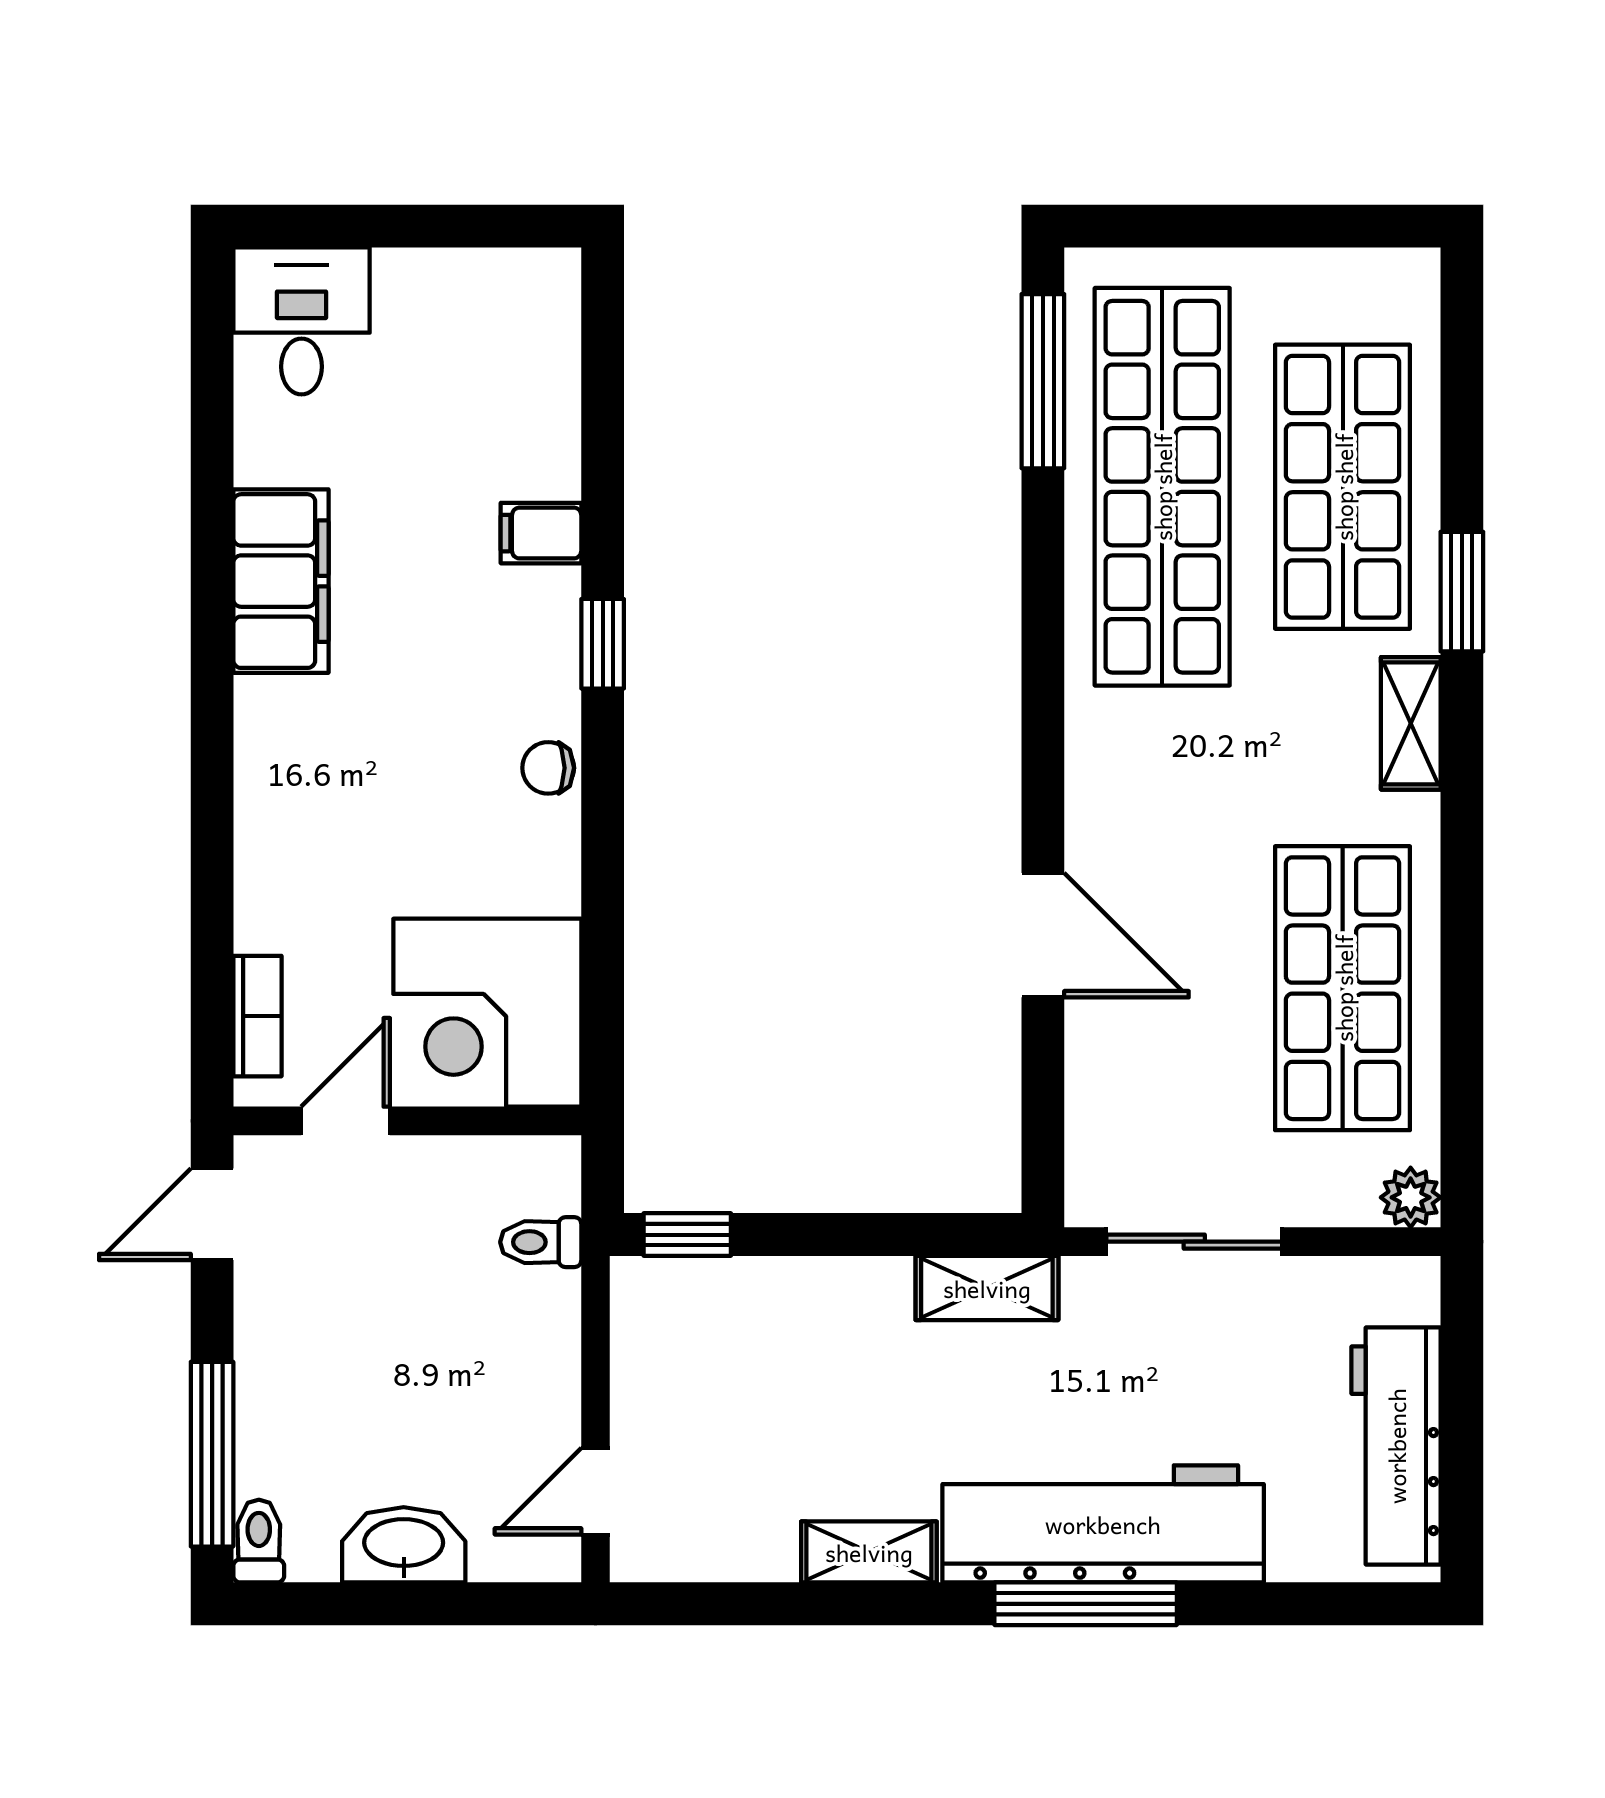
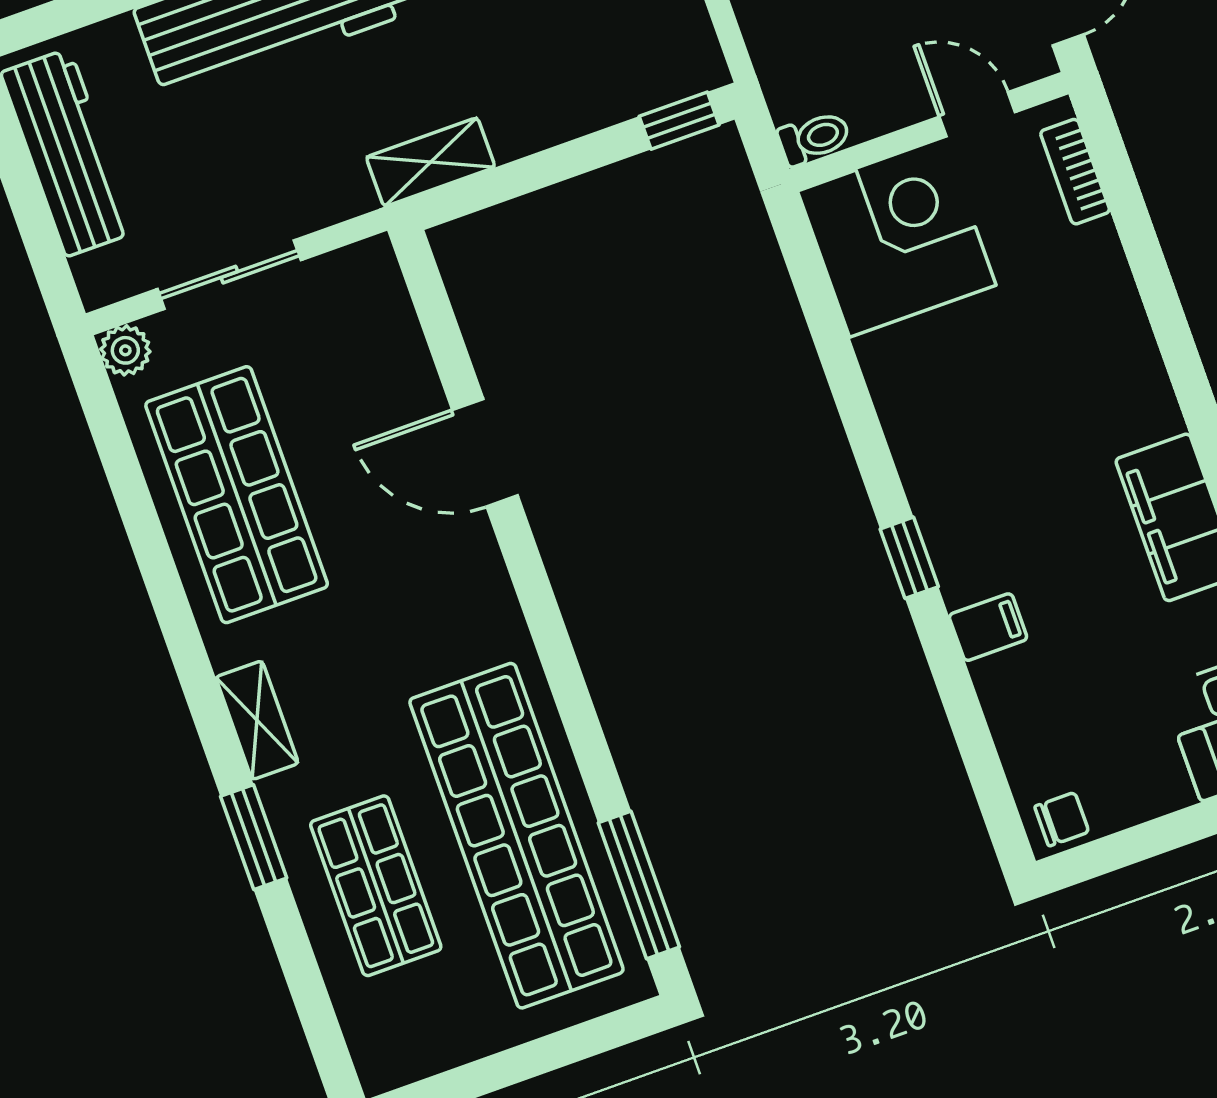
shop shelf: (1343, 487) -> (376, 886), width x0.70, depth x0.74
chair: (548, 768) -> (1062, 819), moved
door: (346, 1121) -> (977, 114), swing flipped
toilet: (541, 1242) -> (814, 138), moved
sliding door: (1194, 1242) -> (229, 275), moved

